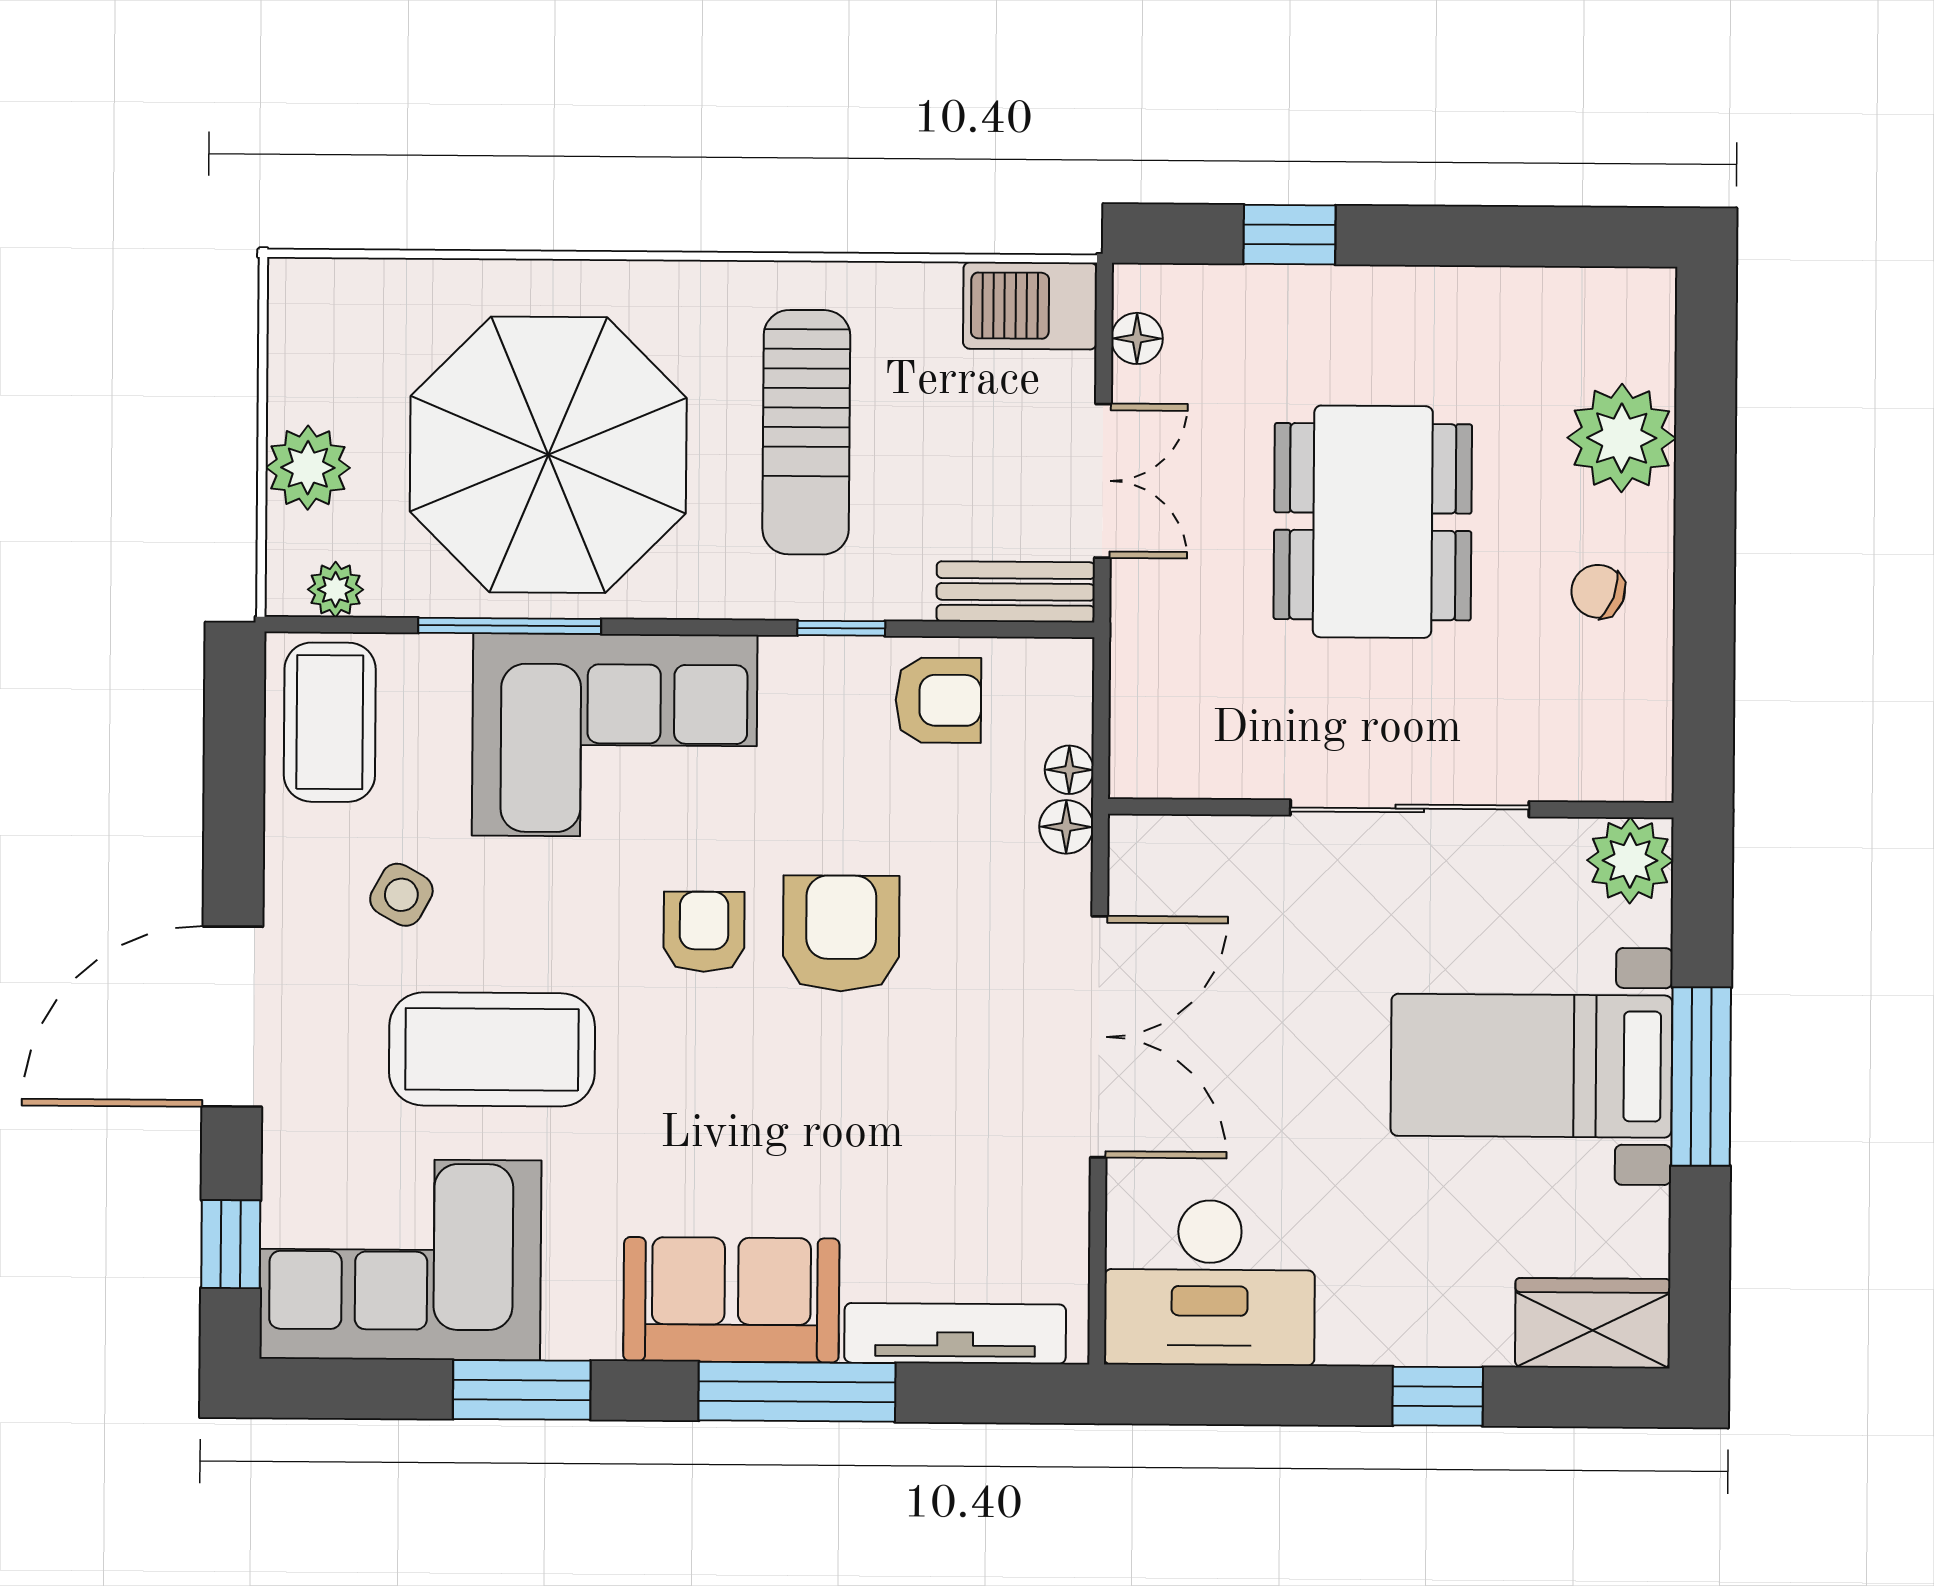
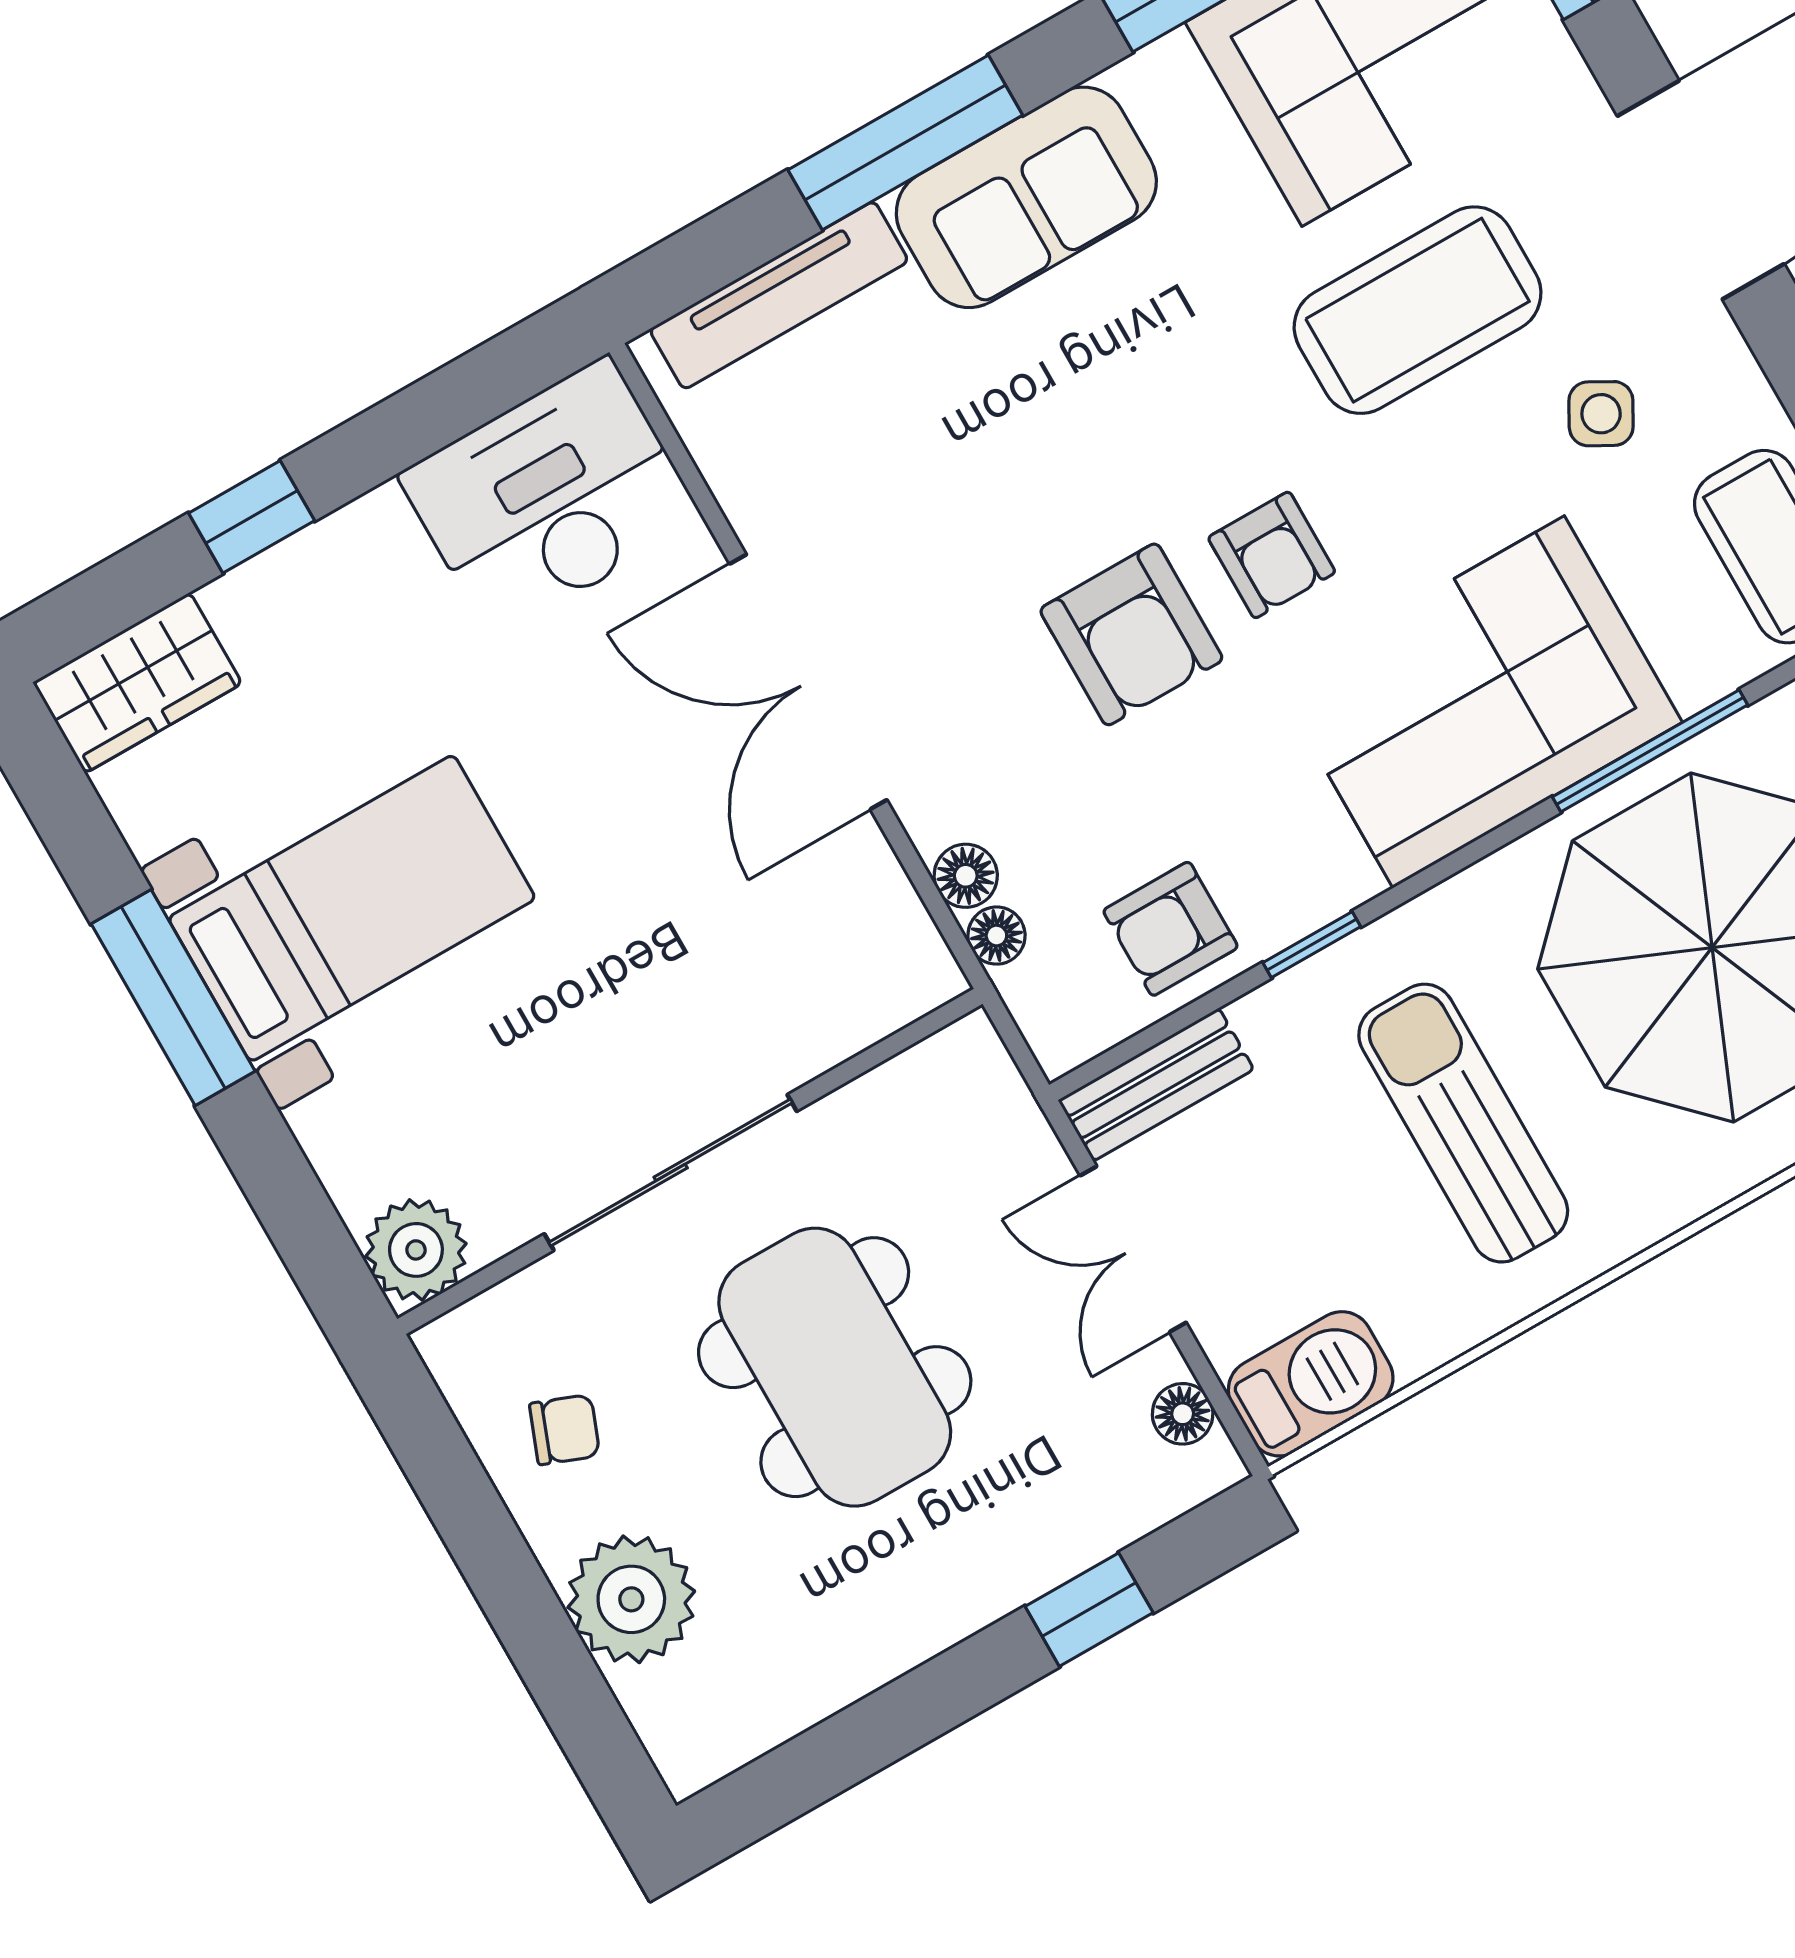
wall: (1391, 808) -> (690, 1161), moved
sliding door: (1410, 808) -> (671, 1173), moved
plant: (1630, 860) -> (416, 1250), moved

